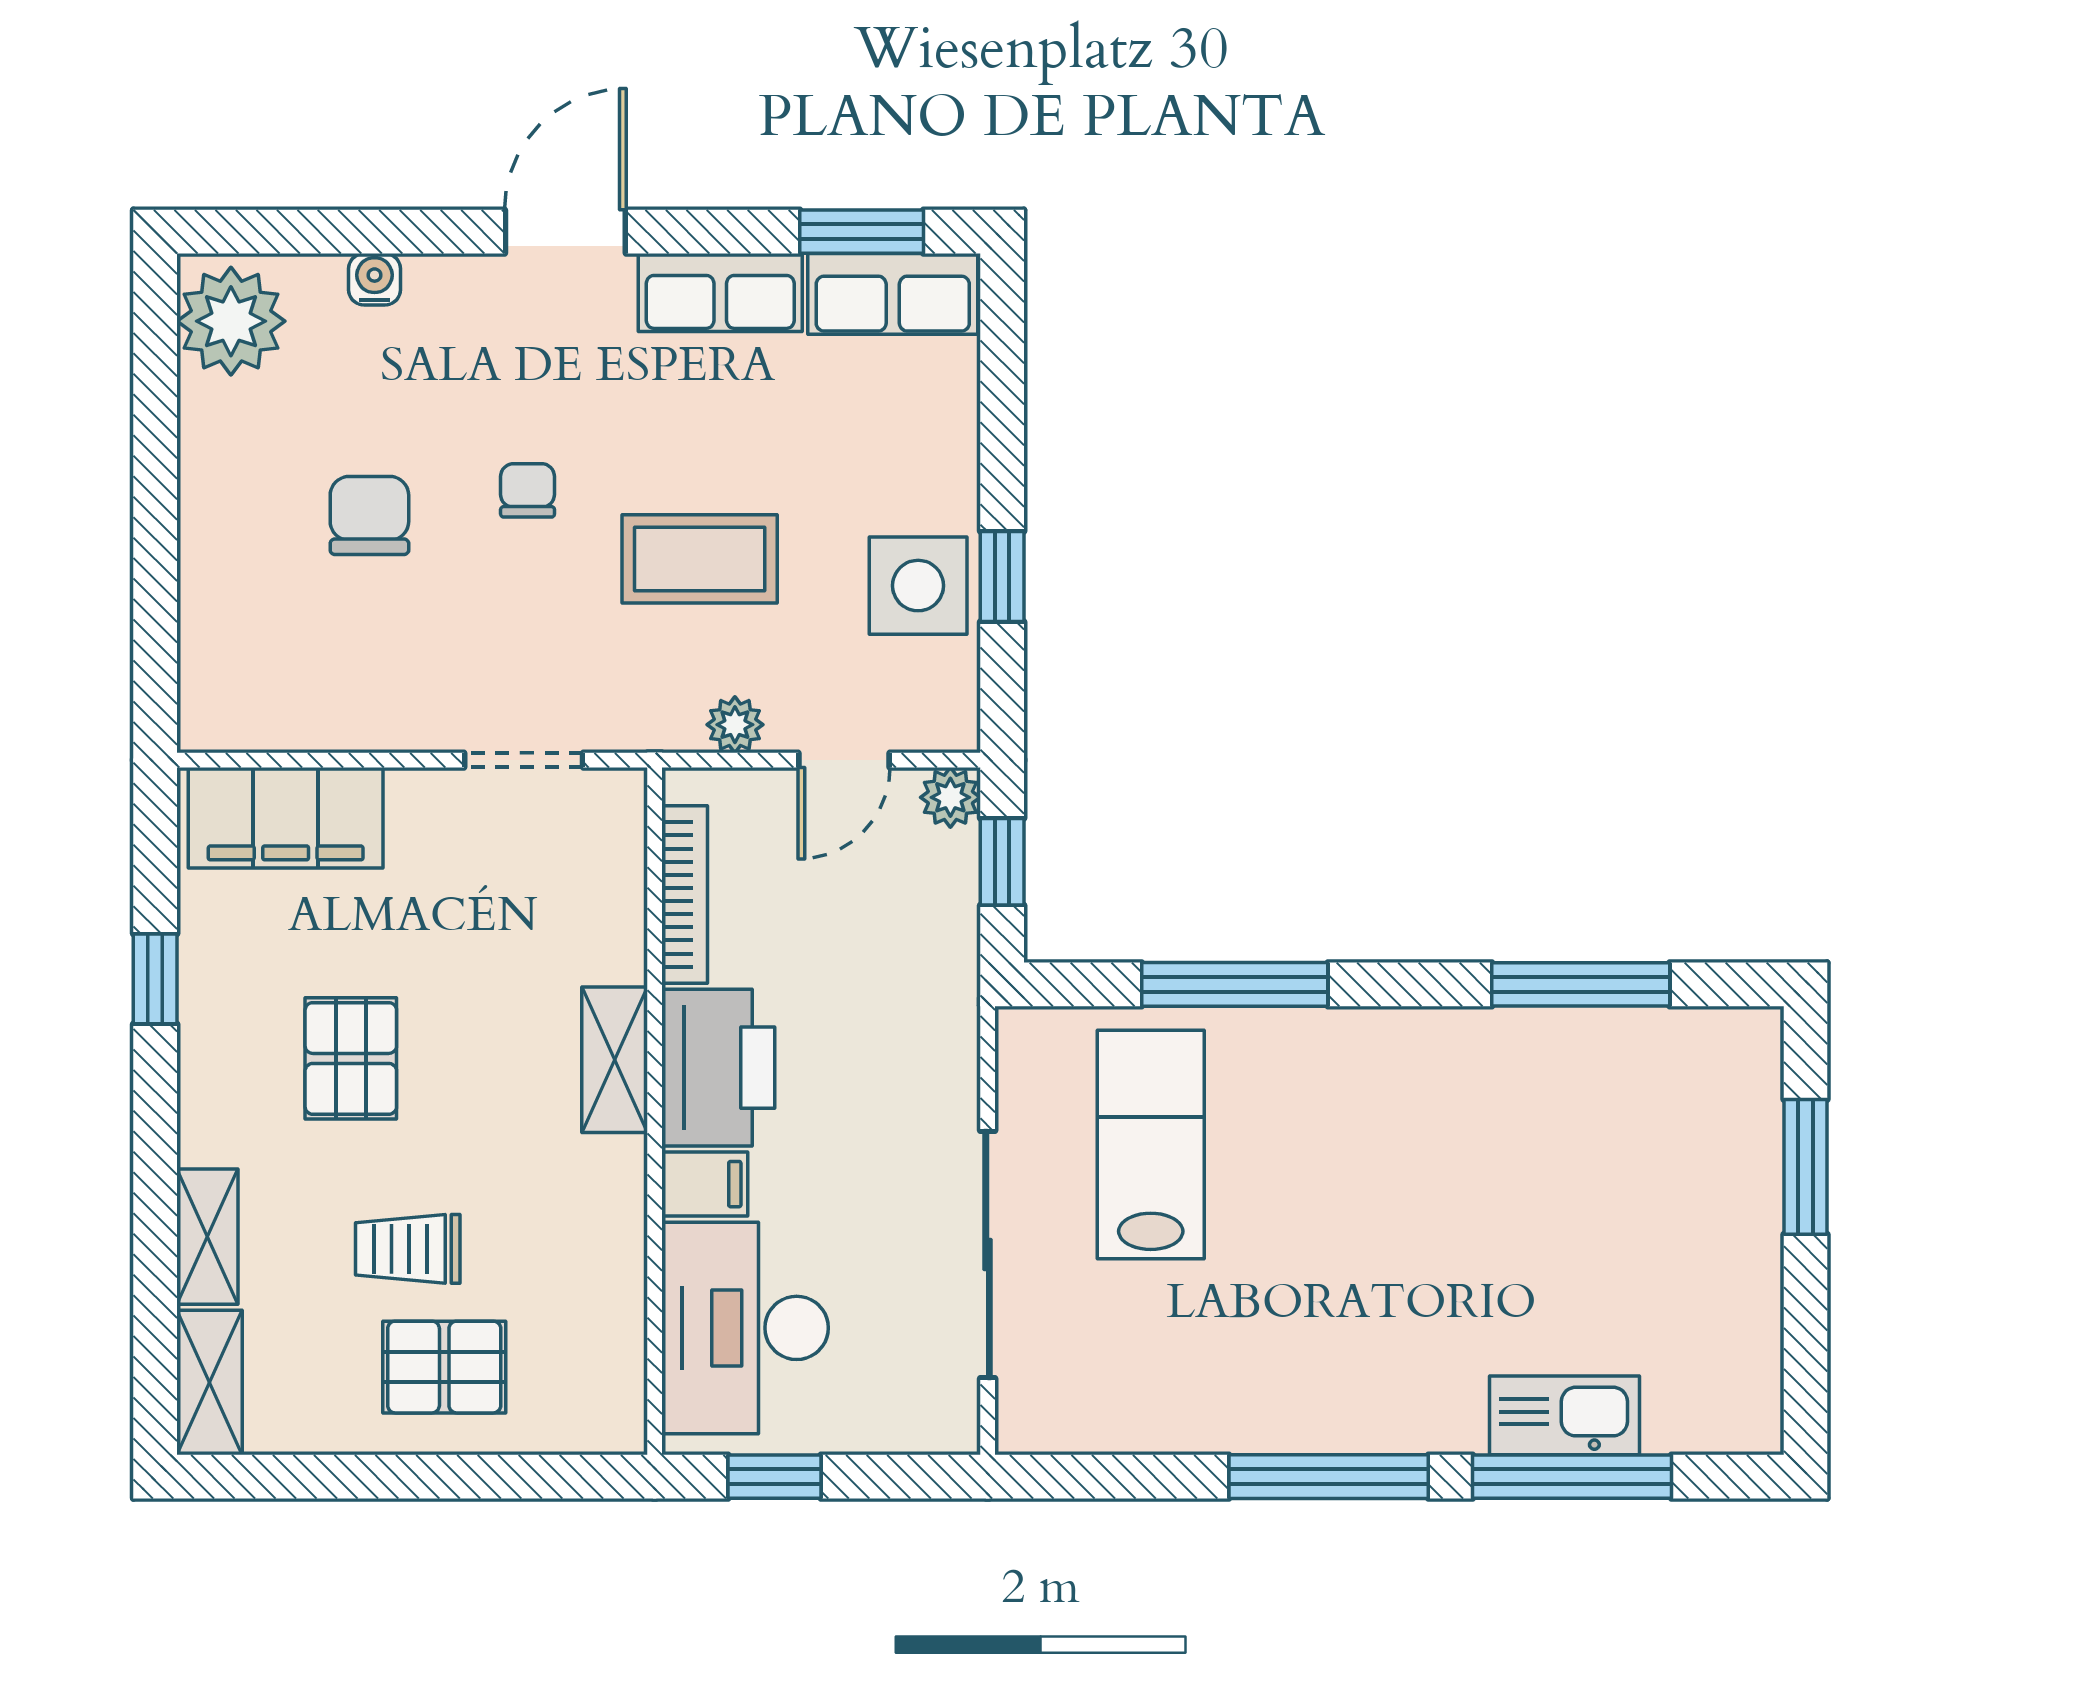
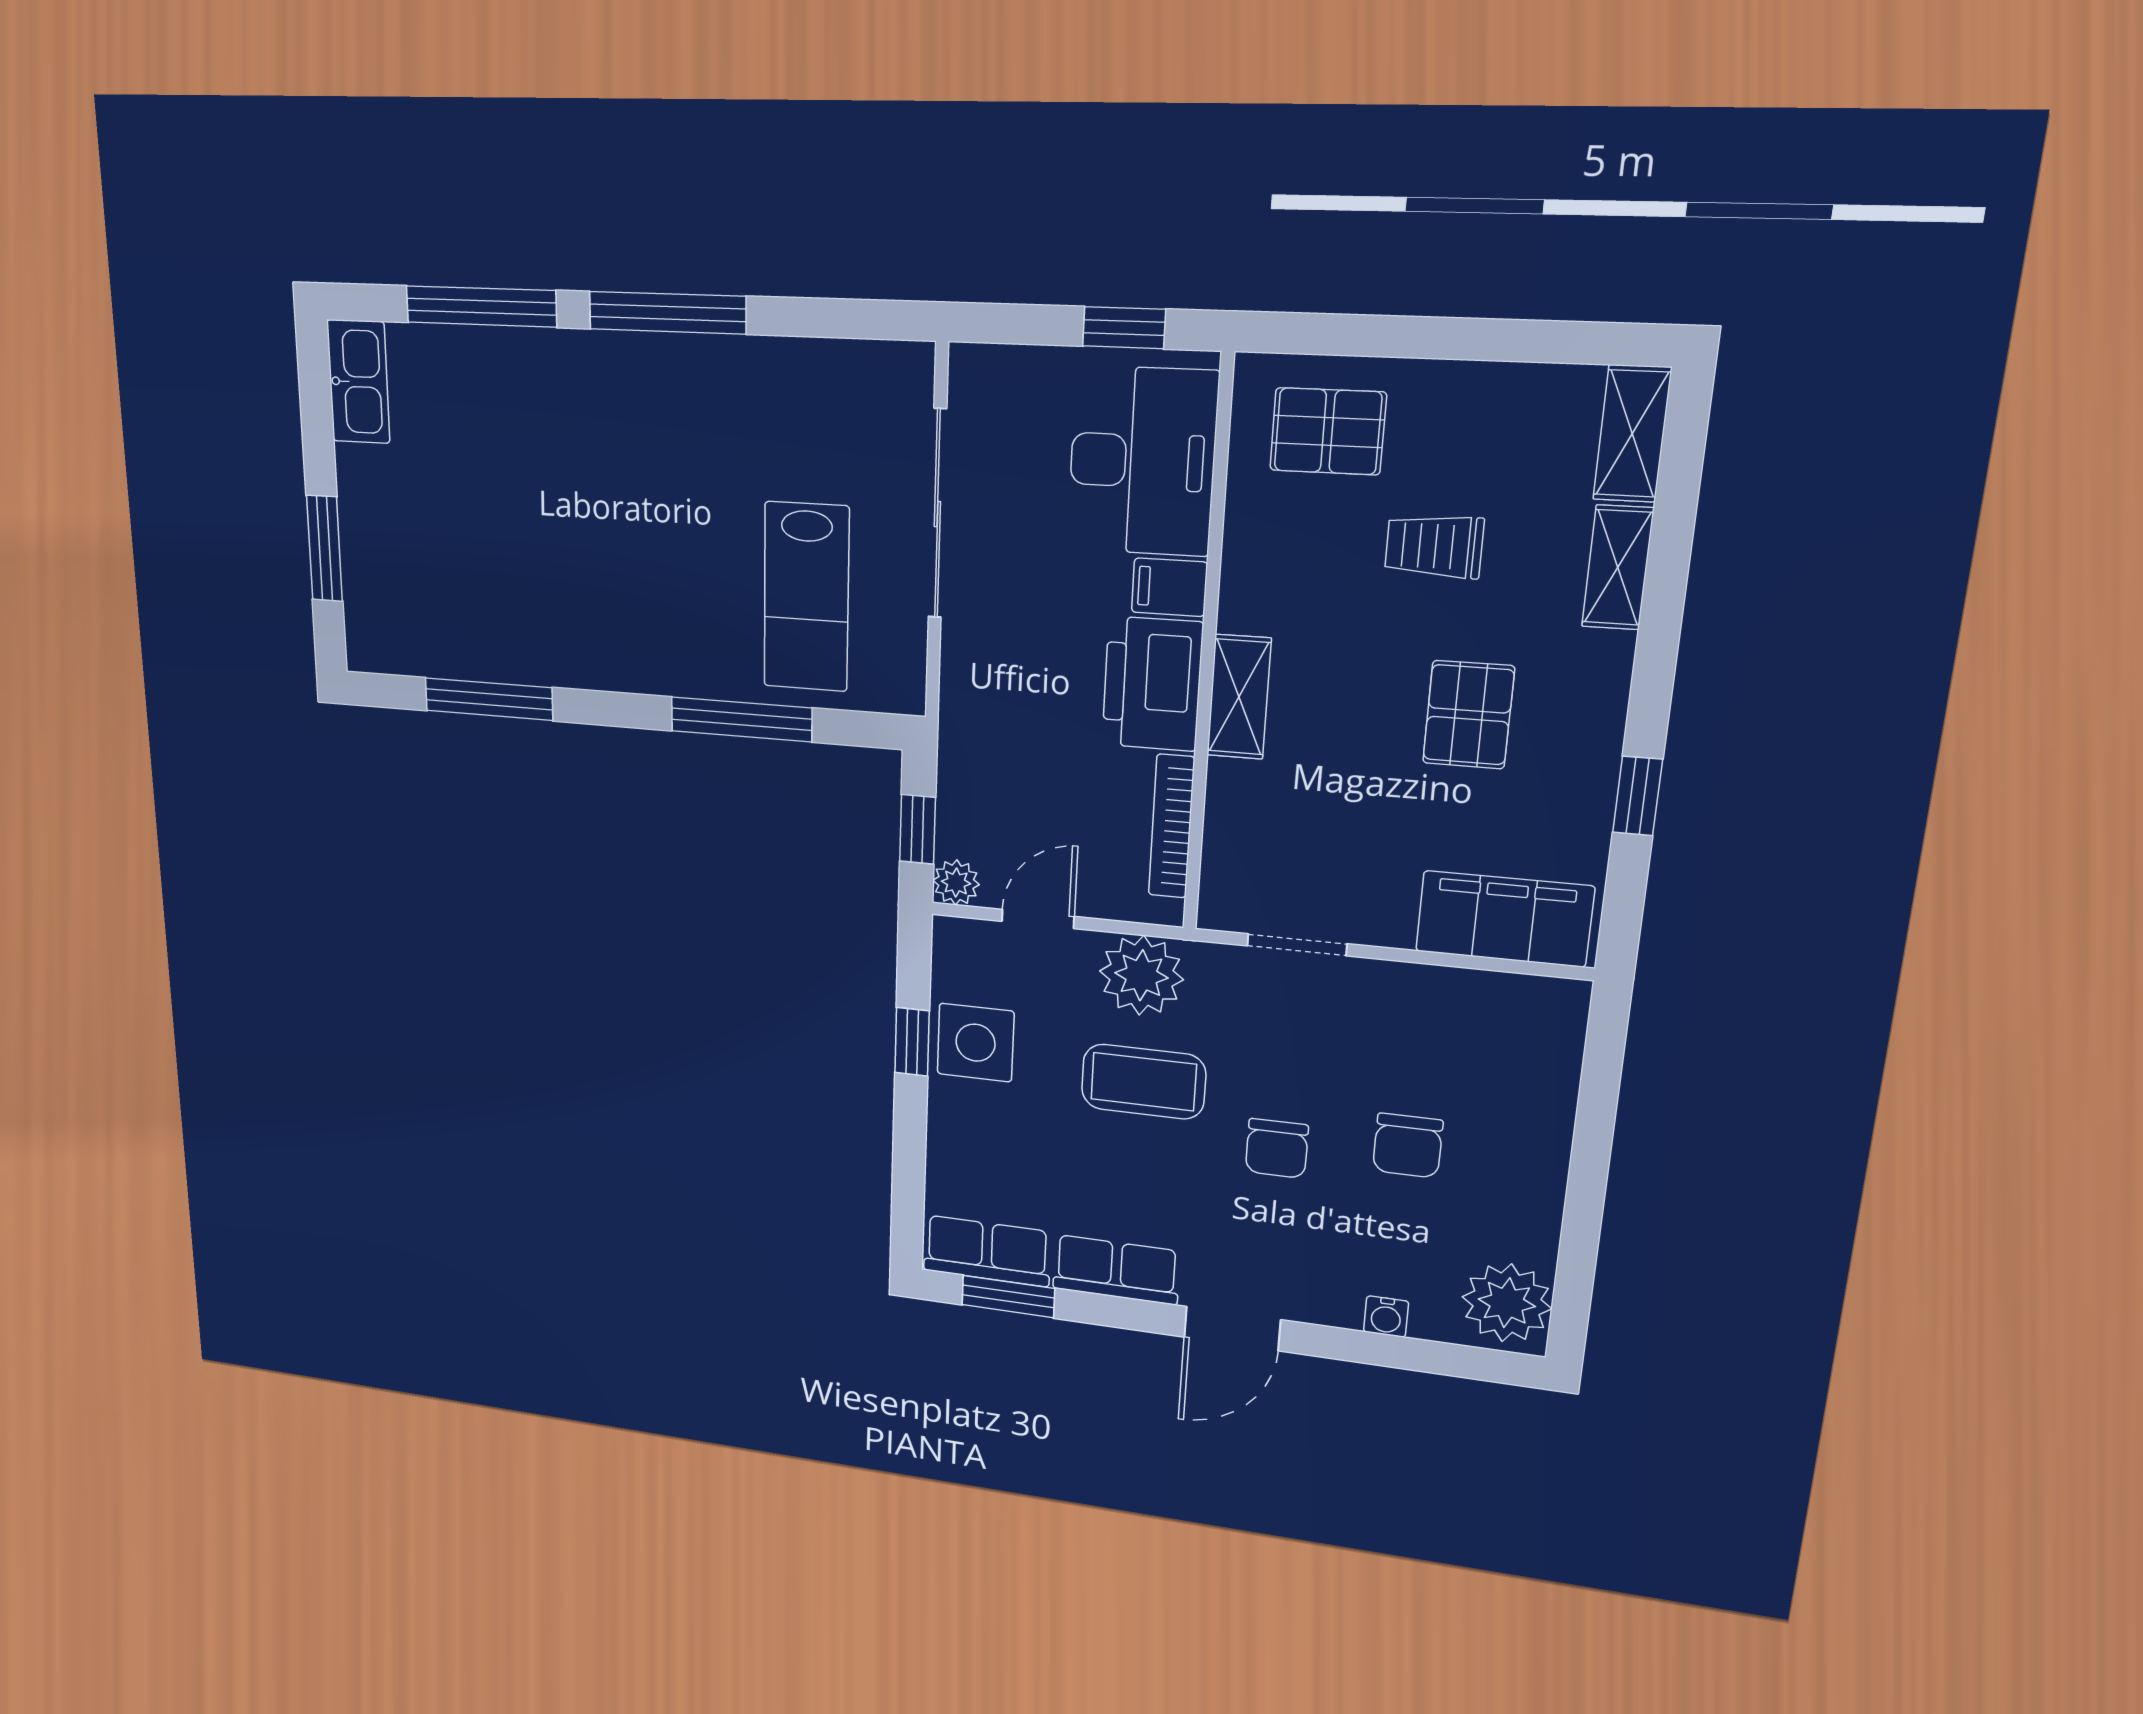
chair: (528, 490) -> (1277, 1148), width x1.37, depth x1.37
plant: (735, 725) -> (1141, 975), width x1.88, depth x1.88
trolley: (408, 1249) -> (1434, 546), turned 180
pallet: (444, 1367) -> (1328, 431), moved
kitchen sink: (1564, 1415) -> (358, 382), moved, turned -90

